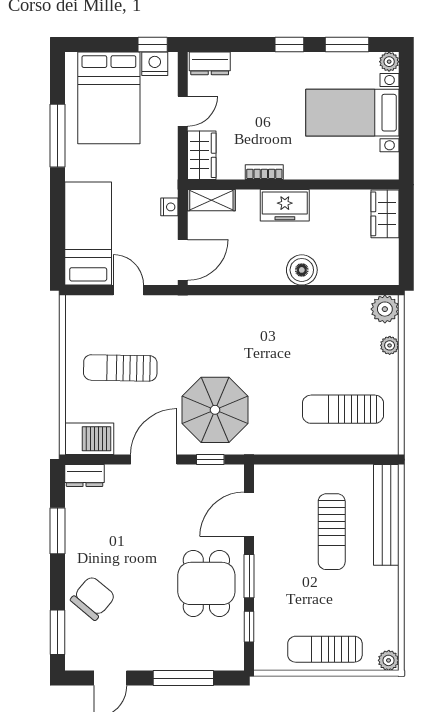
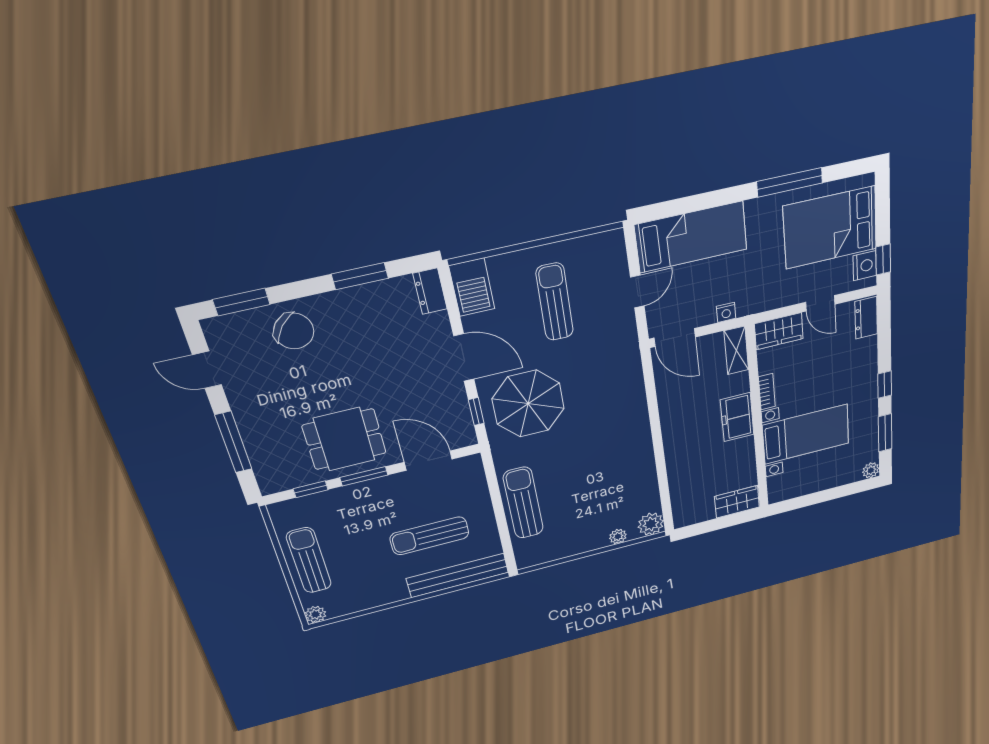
bed with nightstands: (352, 113) -> (806, 434), moved, turned 90
boiler: (302, 270) -> (678, 447), removed
sun lounger: (343, 409) -> (523, 503), moved

